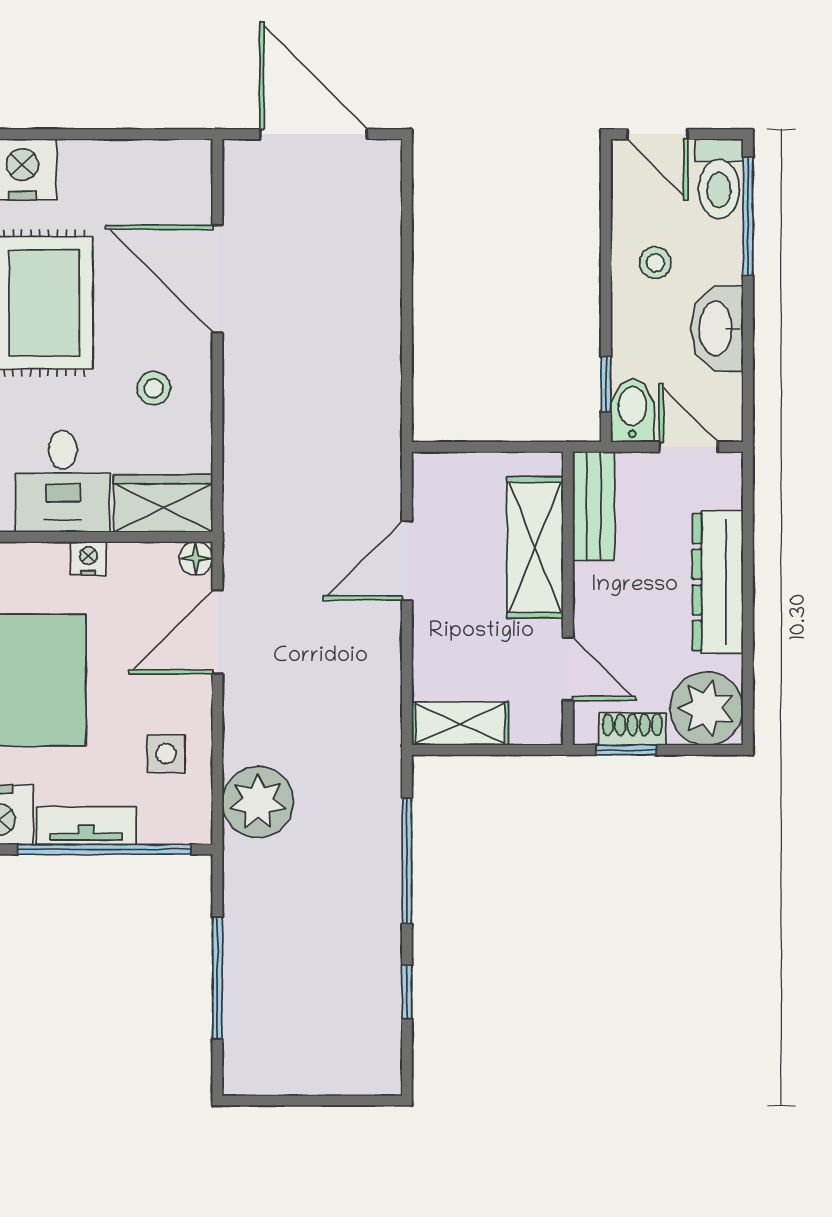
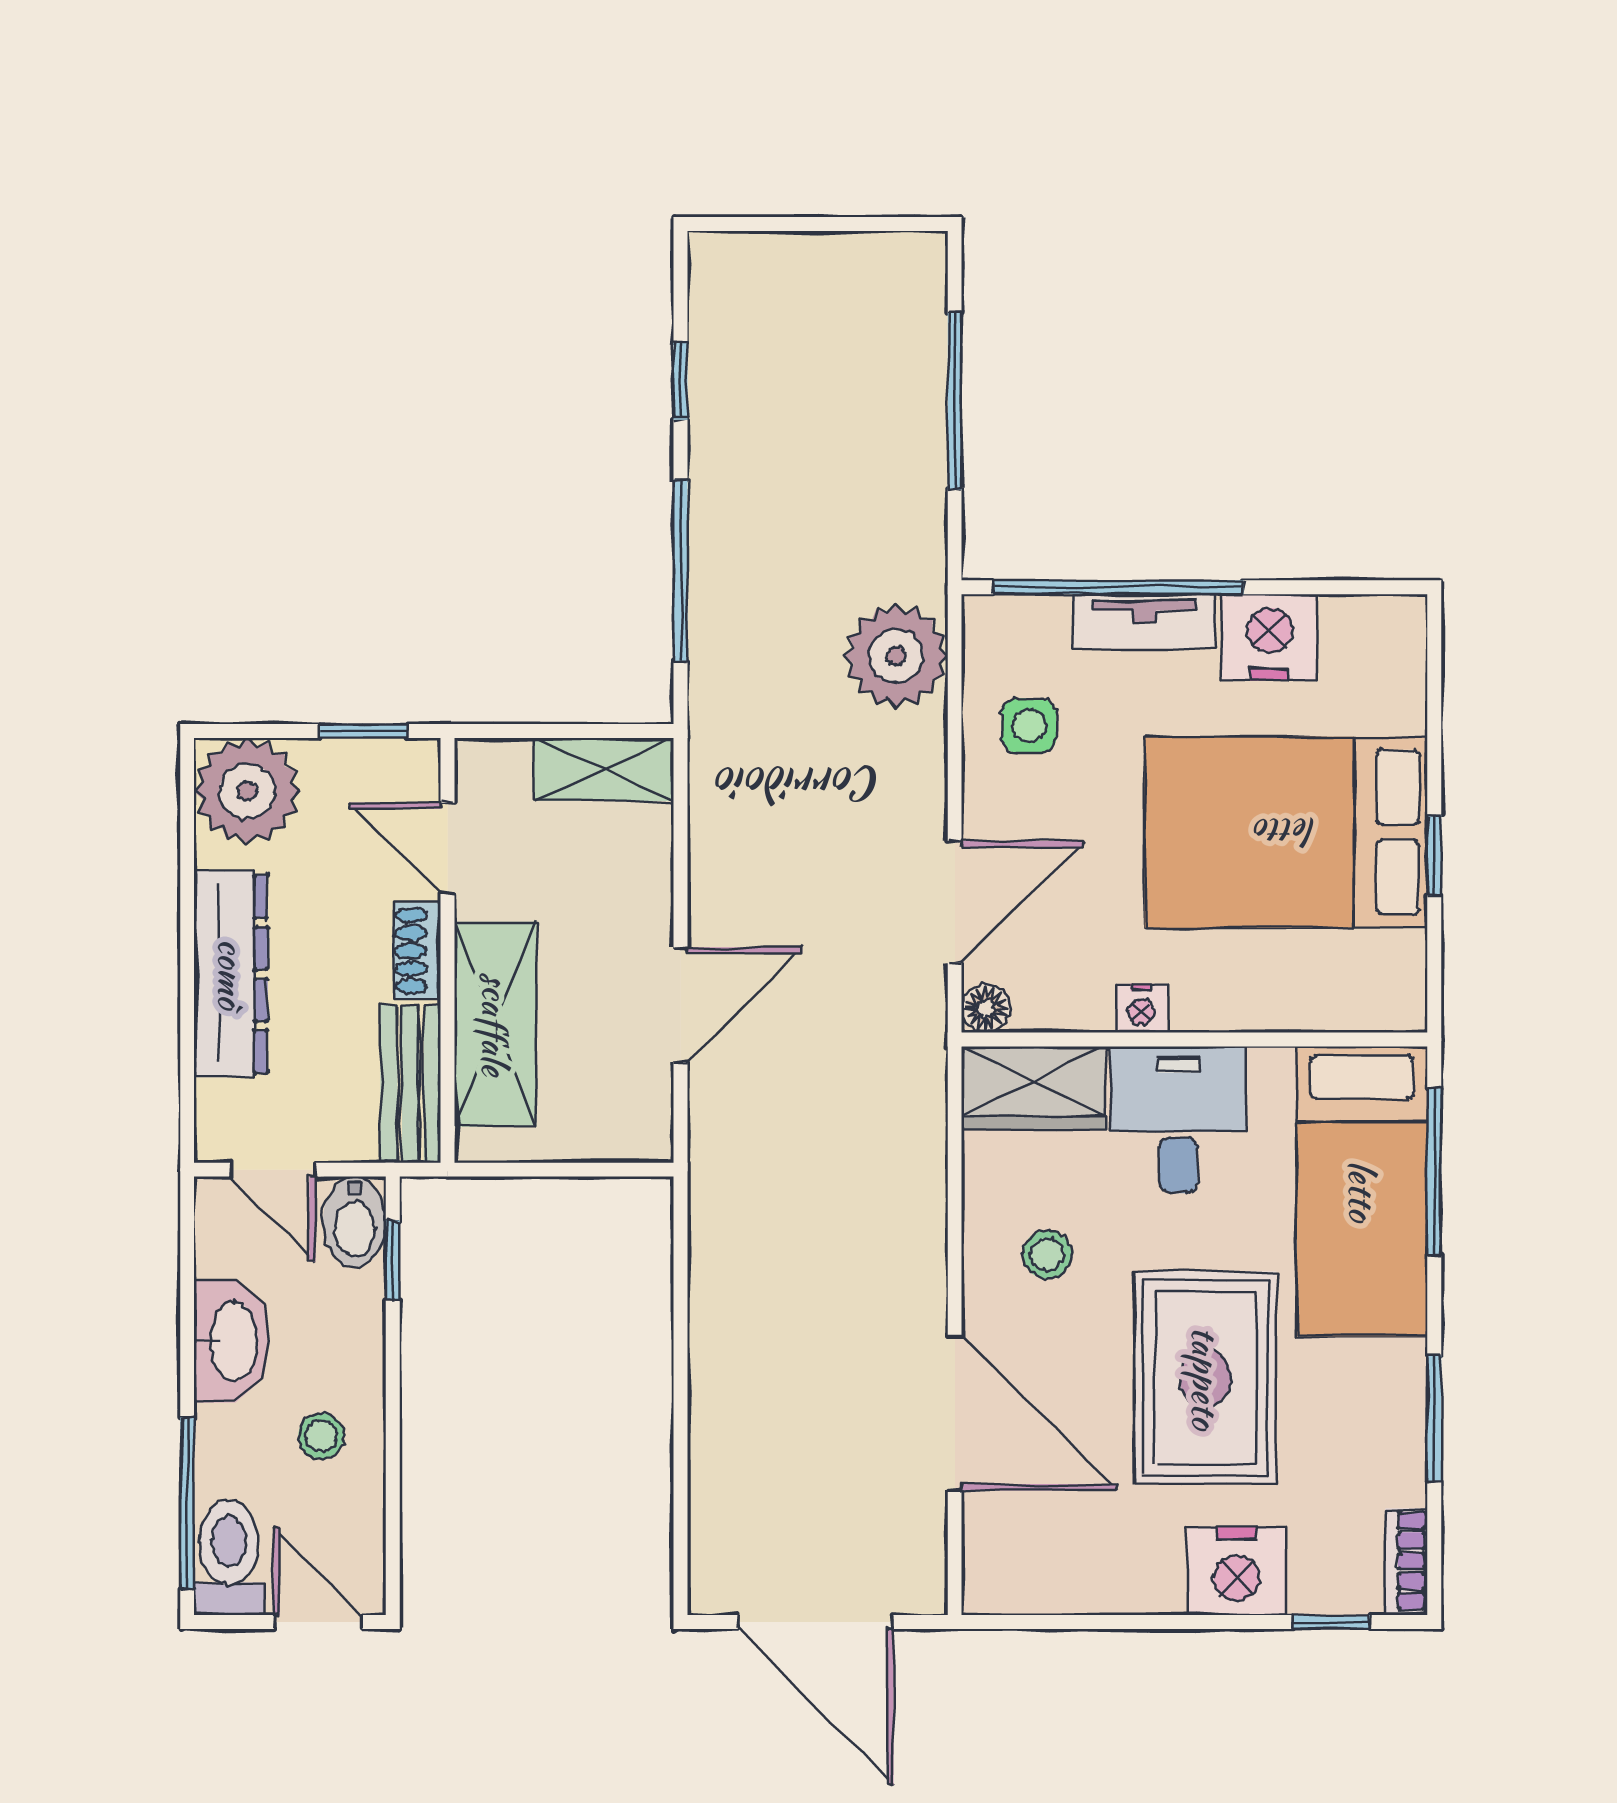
shoe rack: (633, 729) -> (417, 951), moved, turned 90

